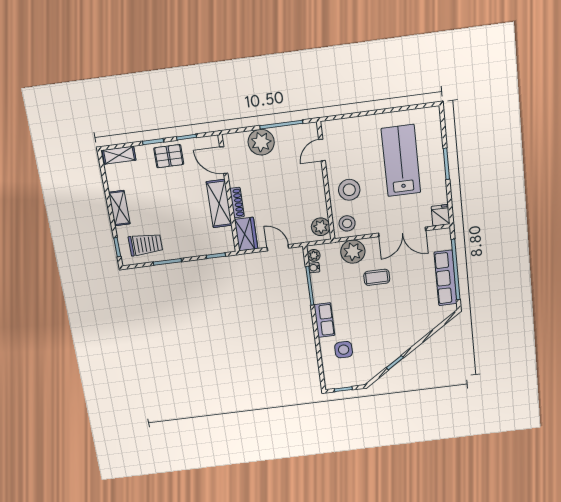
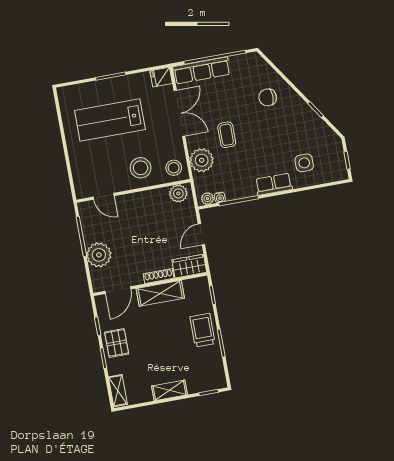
trolley: (145, 244) -> (202, 330), moved
row of seats: (446, 278) -> (202, 70), moved
chair: (411, 318) -> (268, 97), added

